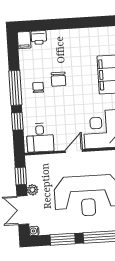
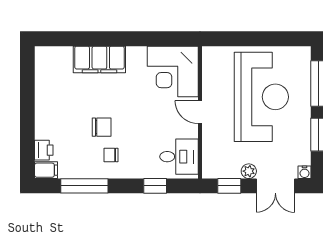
window: (15, 88) -> (84, 186), moved

